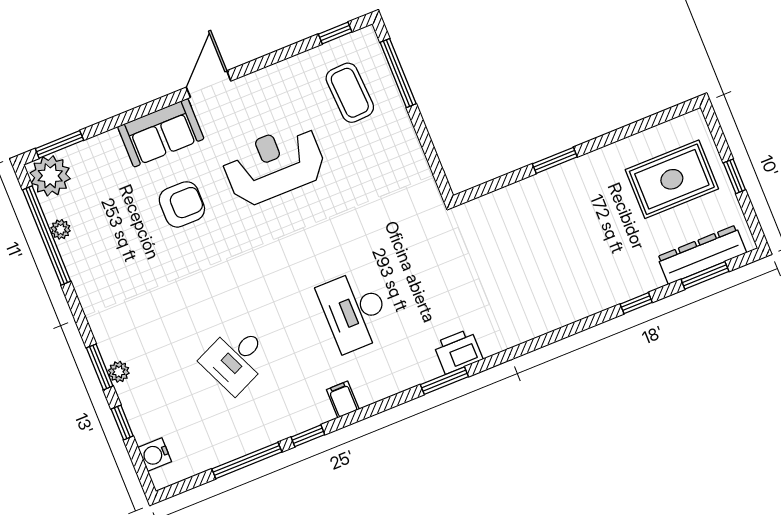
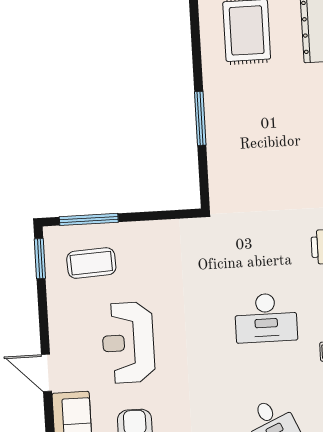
window: (335, 33) -> (40, 259), width x1.50
window: (555, 160) -> (200, 118), width x1.44

